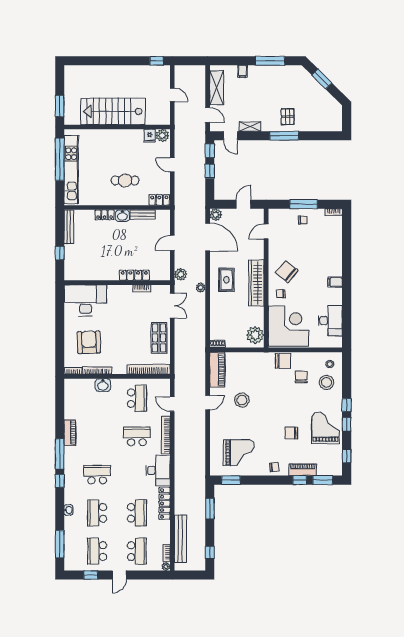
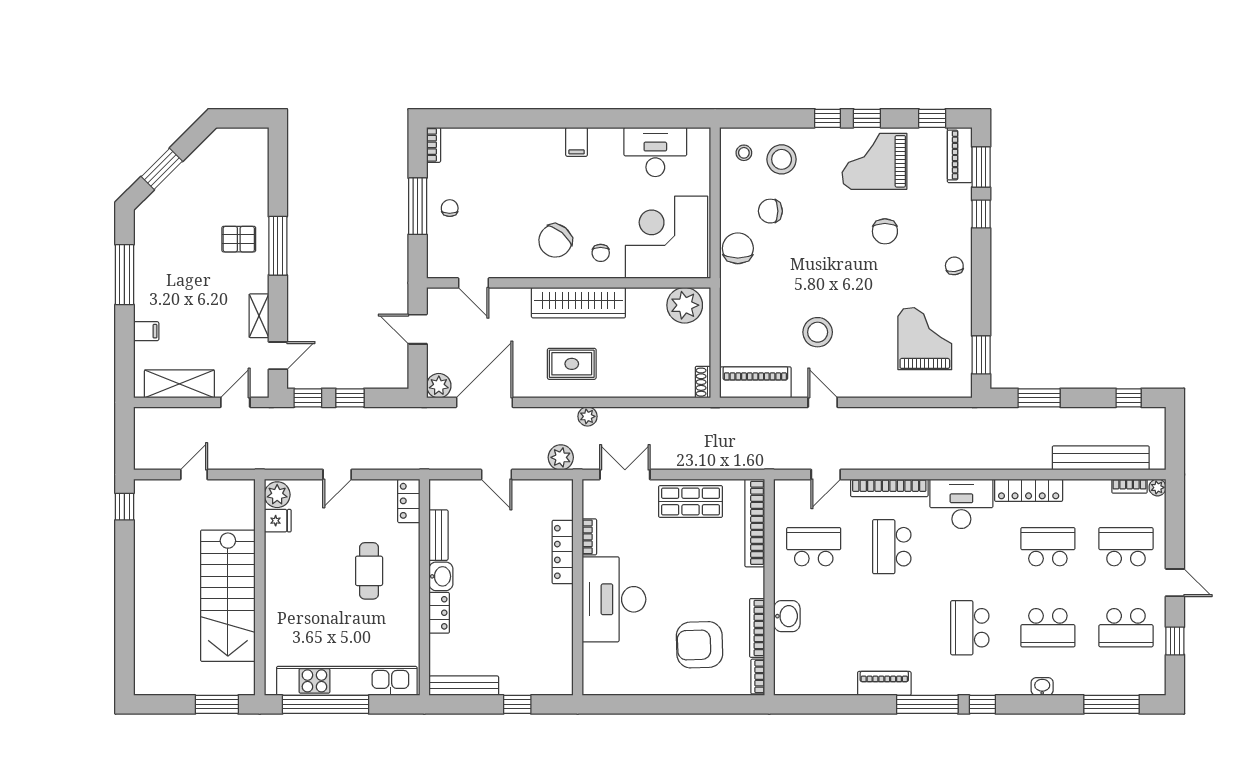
desk: (86, 300) -> (614, 599), moved
piano: (303, 470) -> (960, 155), moved

